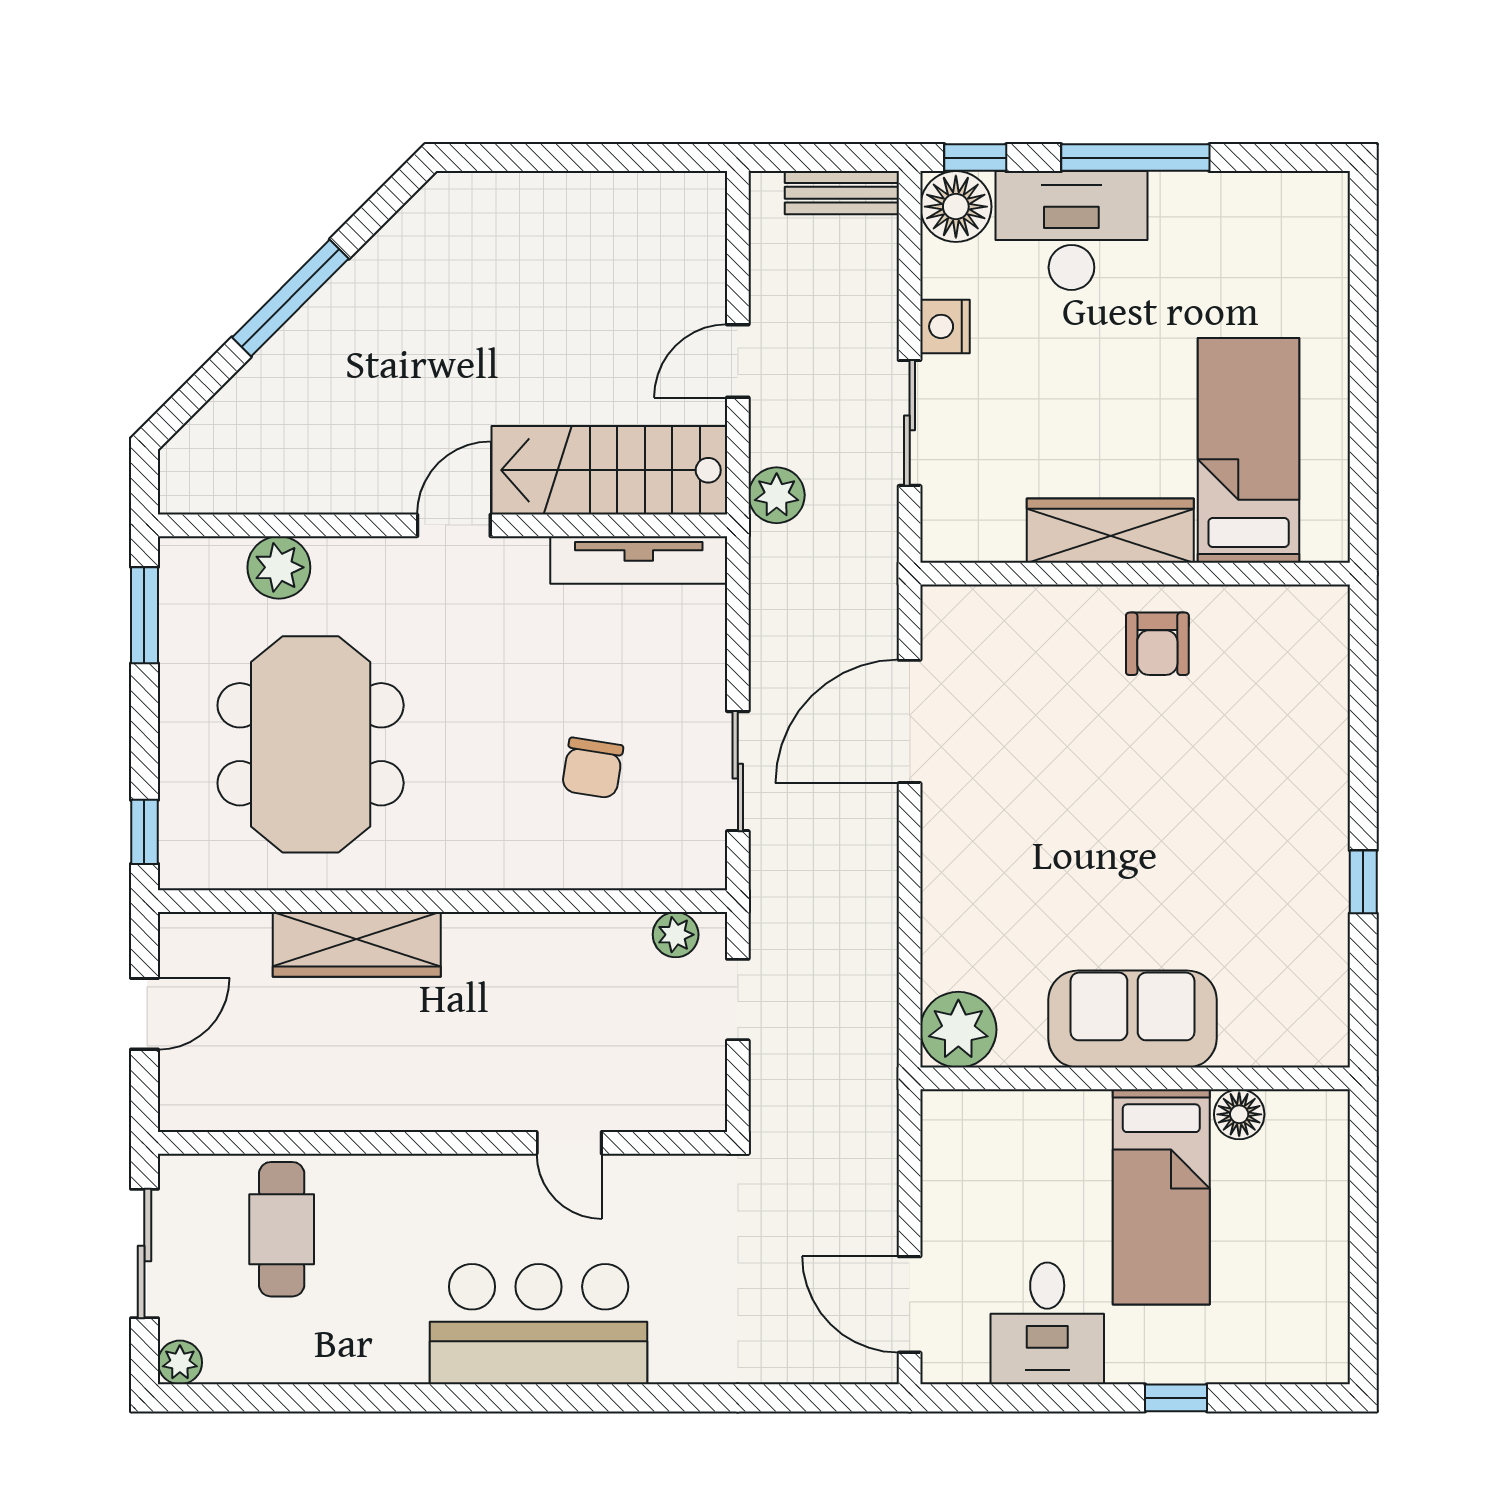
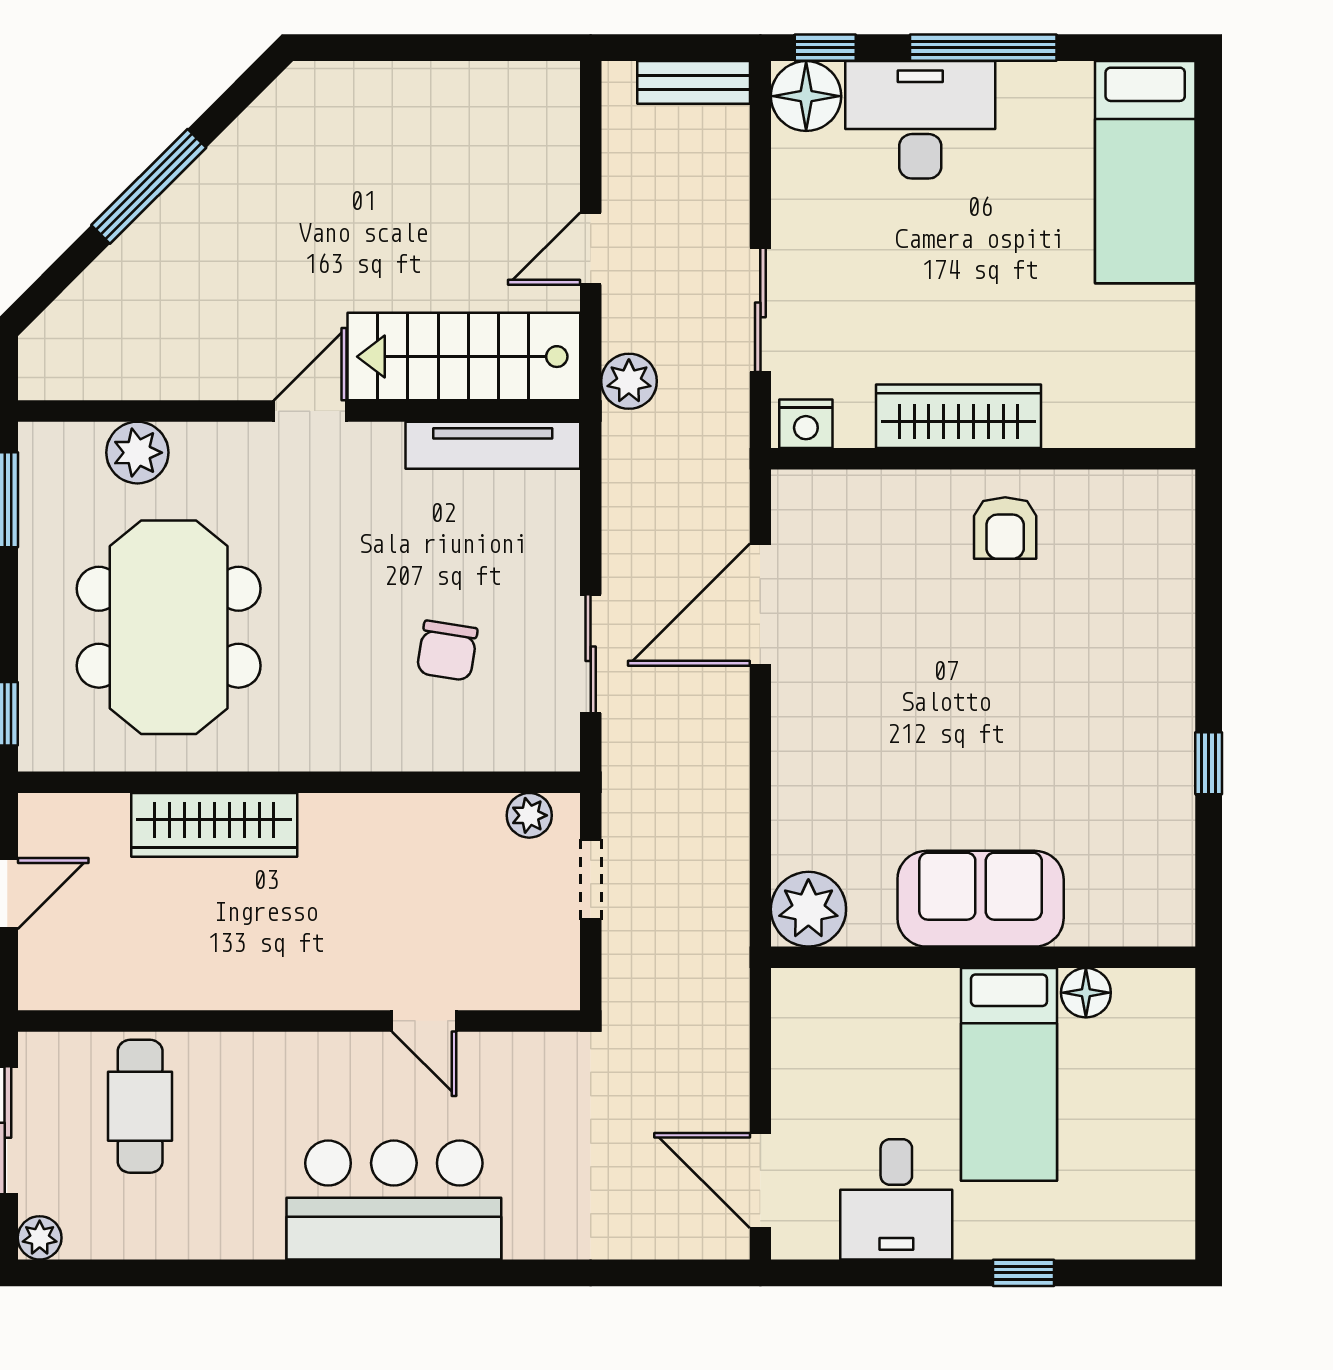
nightstand: (945, 326) -> (806, 424), moved, turned -90
bed: (1249, 450) -> (1145, 172), moved, turned 180

